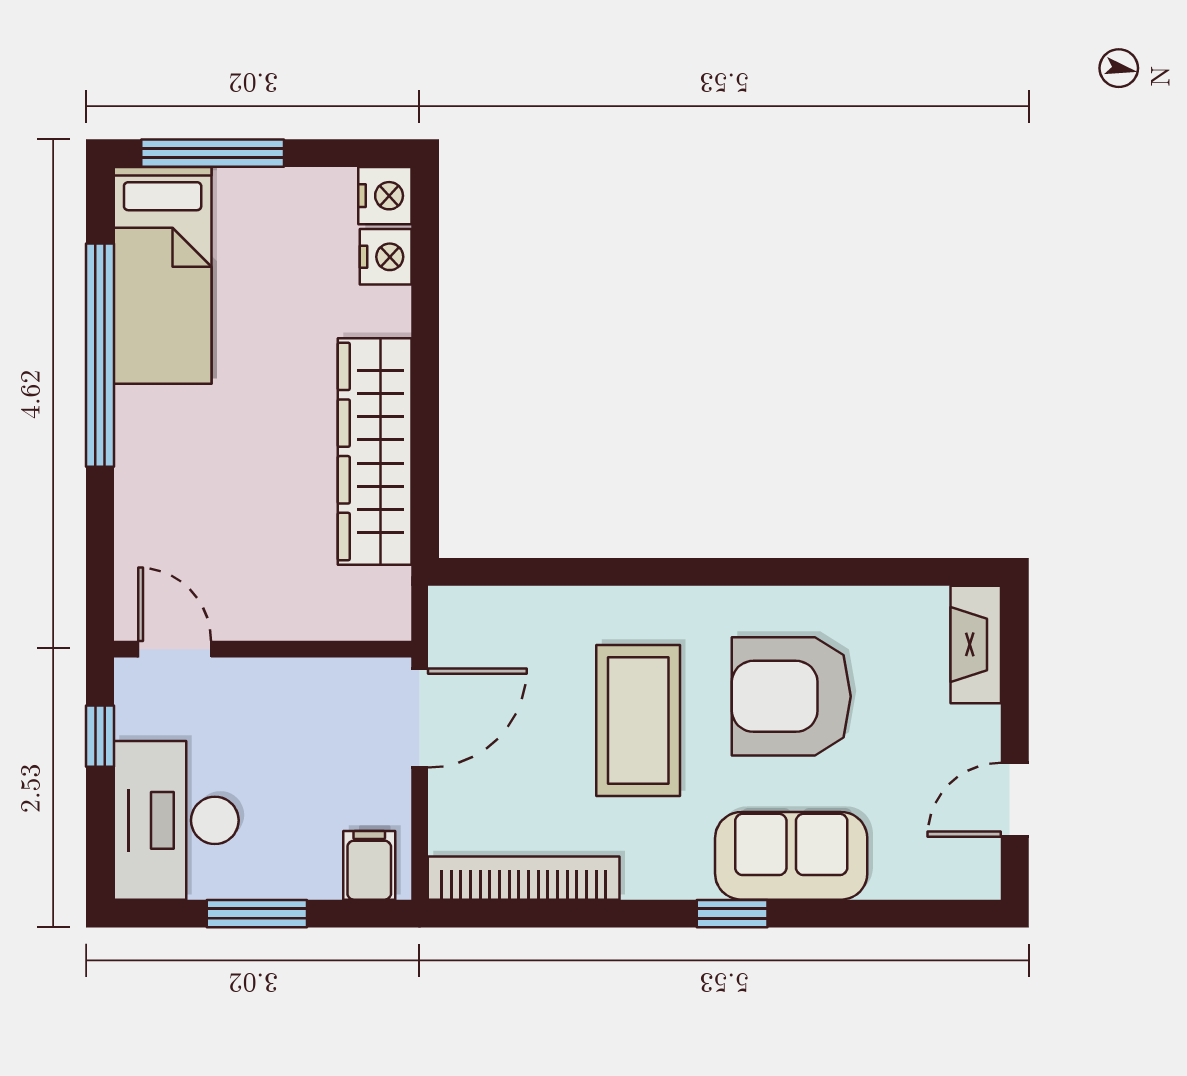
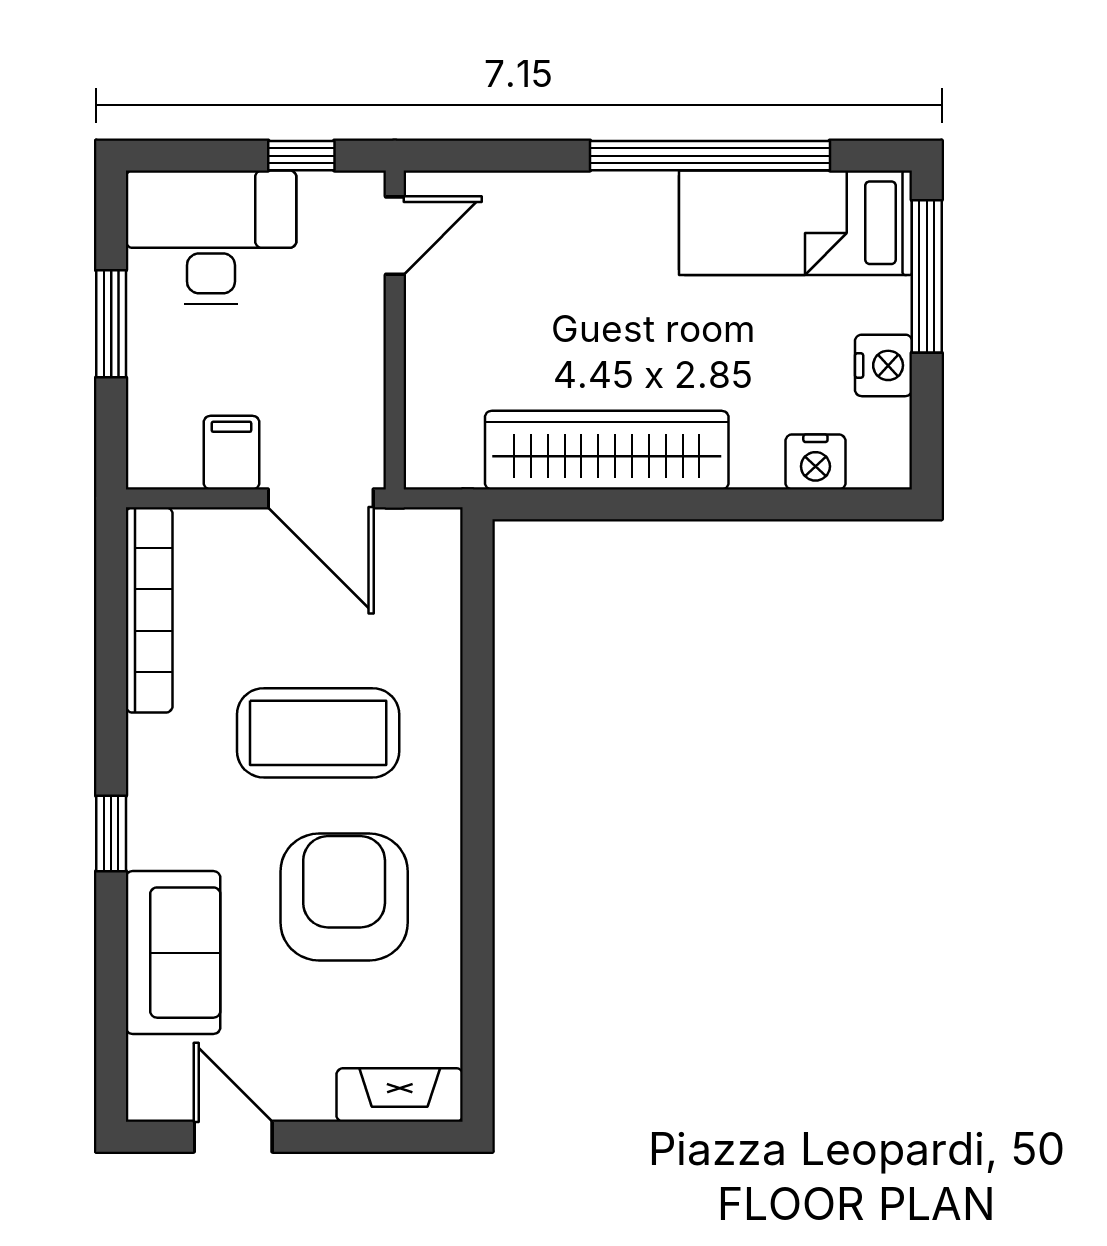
nightstand: (385, 196) -> (884, 365), moved, turned -90
sofa: (791, 856) -> (173, 953), moved
filing cabinet: (369, 865) -> (231, 453), moved, turned -90

